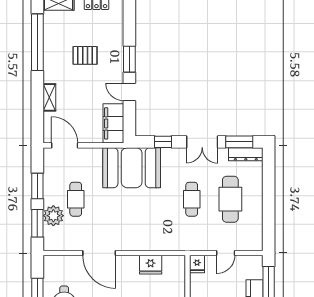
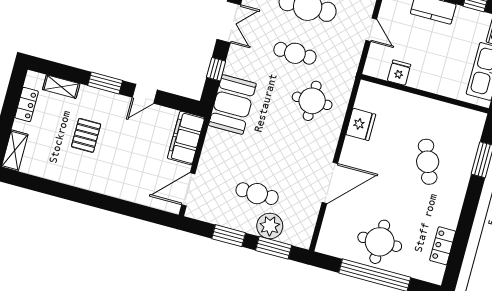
window: (37, 42) -> (55, 189), removed
shelving: (49, 97) -> (61, 87), moved
filing cabinet: (113, 123) -> (186, 138), moved, turned 90
booth: (132, 168) -> (232, 104), width x0.73, depth x0.70
round table: (159, 222) -> (312, 101), added
fridge: (197, 264) -> (399, 73), moved, turned -90

